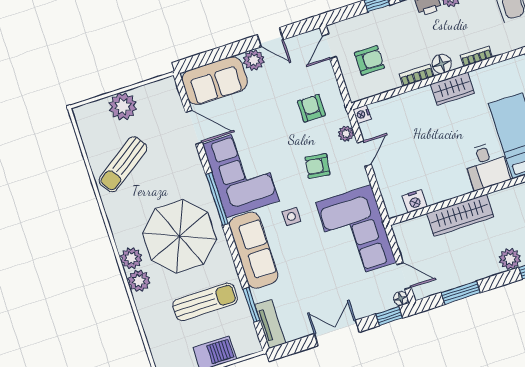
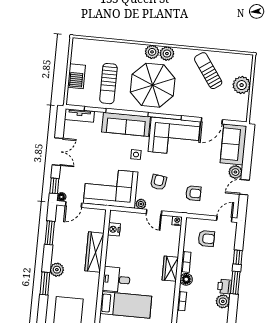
door: (329, 46) -> (224, 219), hinge flipped
armchair: (369, 60) -> (206, 239), turned -90
wardrobe: (452, 89) -> (170, 269), moved
plant: (346, 134) -> (141, 204), moved
plant: (139, 281) -> (167, 54), moved

